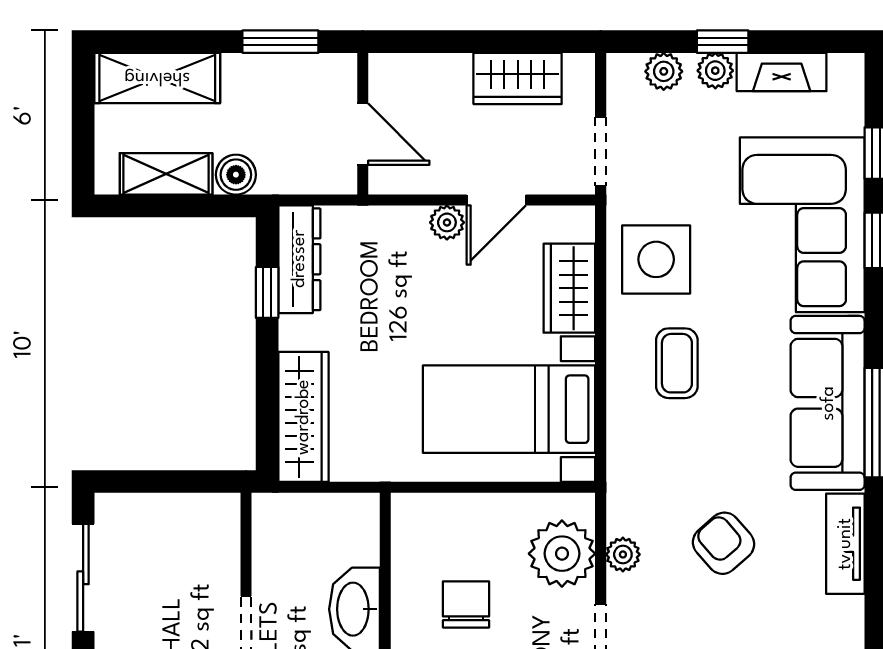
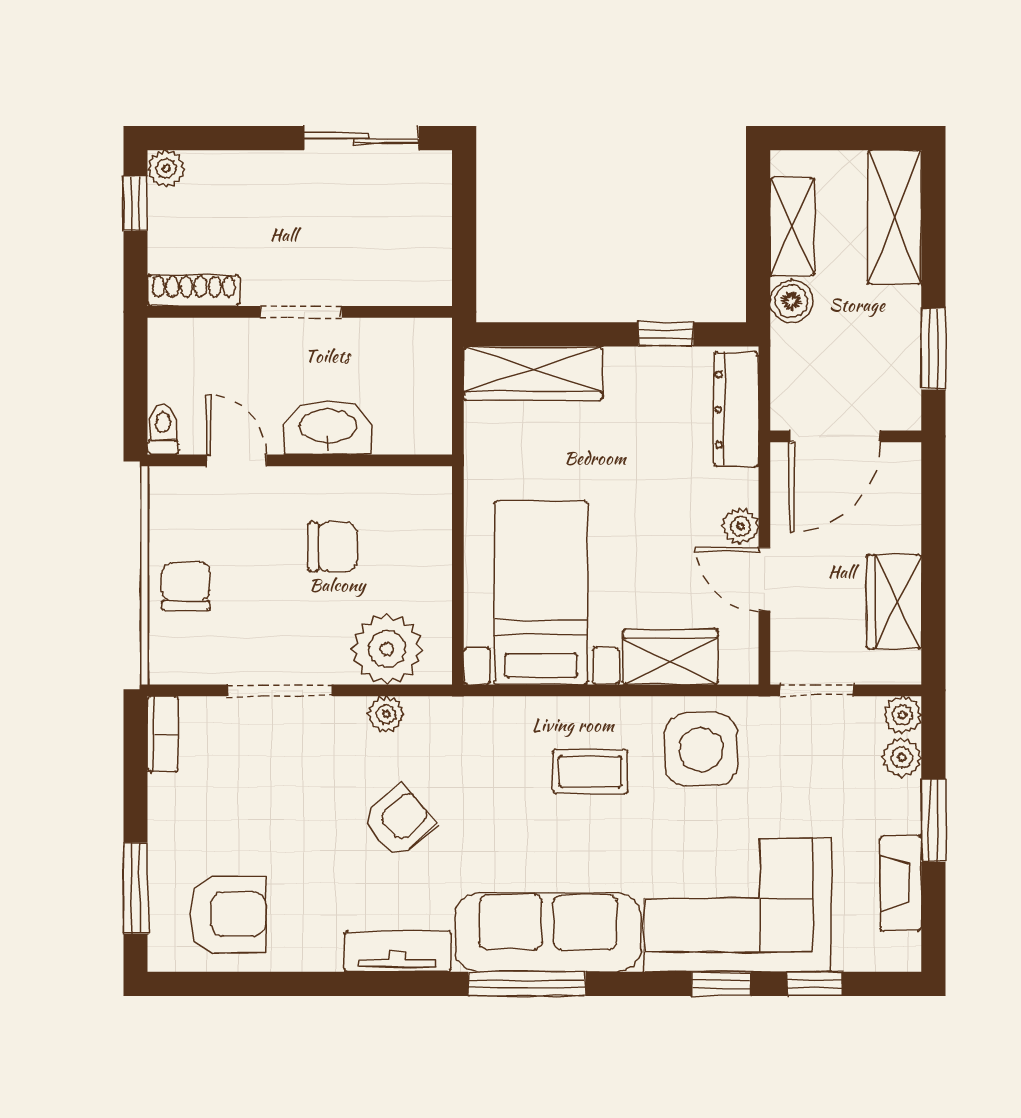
window: (723, 42) -> (933, 820), width x1.50
plant: (715, 71) -> (902, 715), moved
door: (363, 134) -> (835, 436), width x1.38
dresser: (299, 259) -> (736, 409), moved, turned 90

